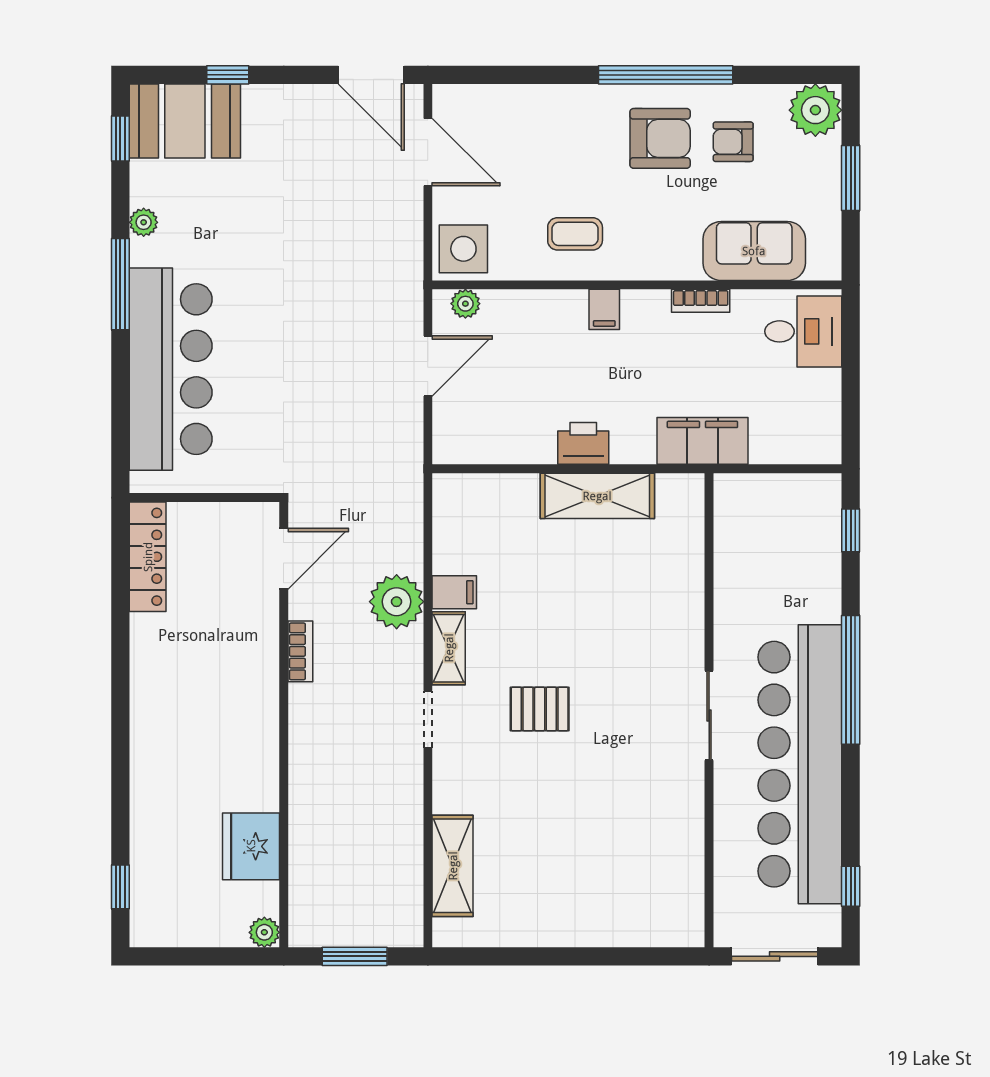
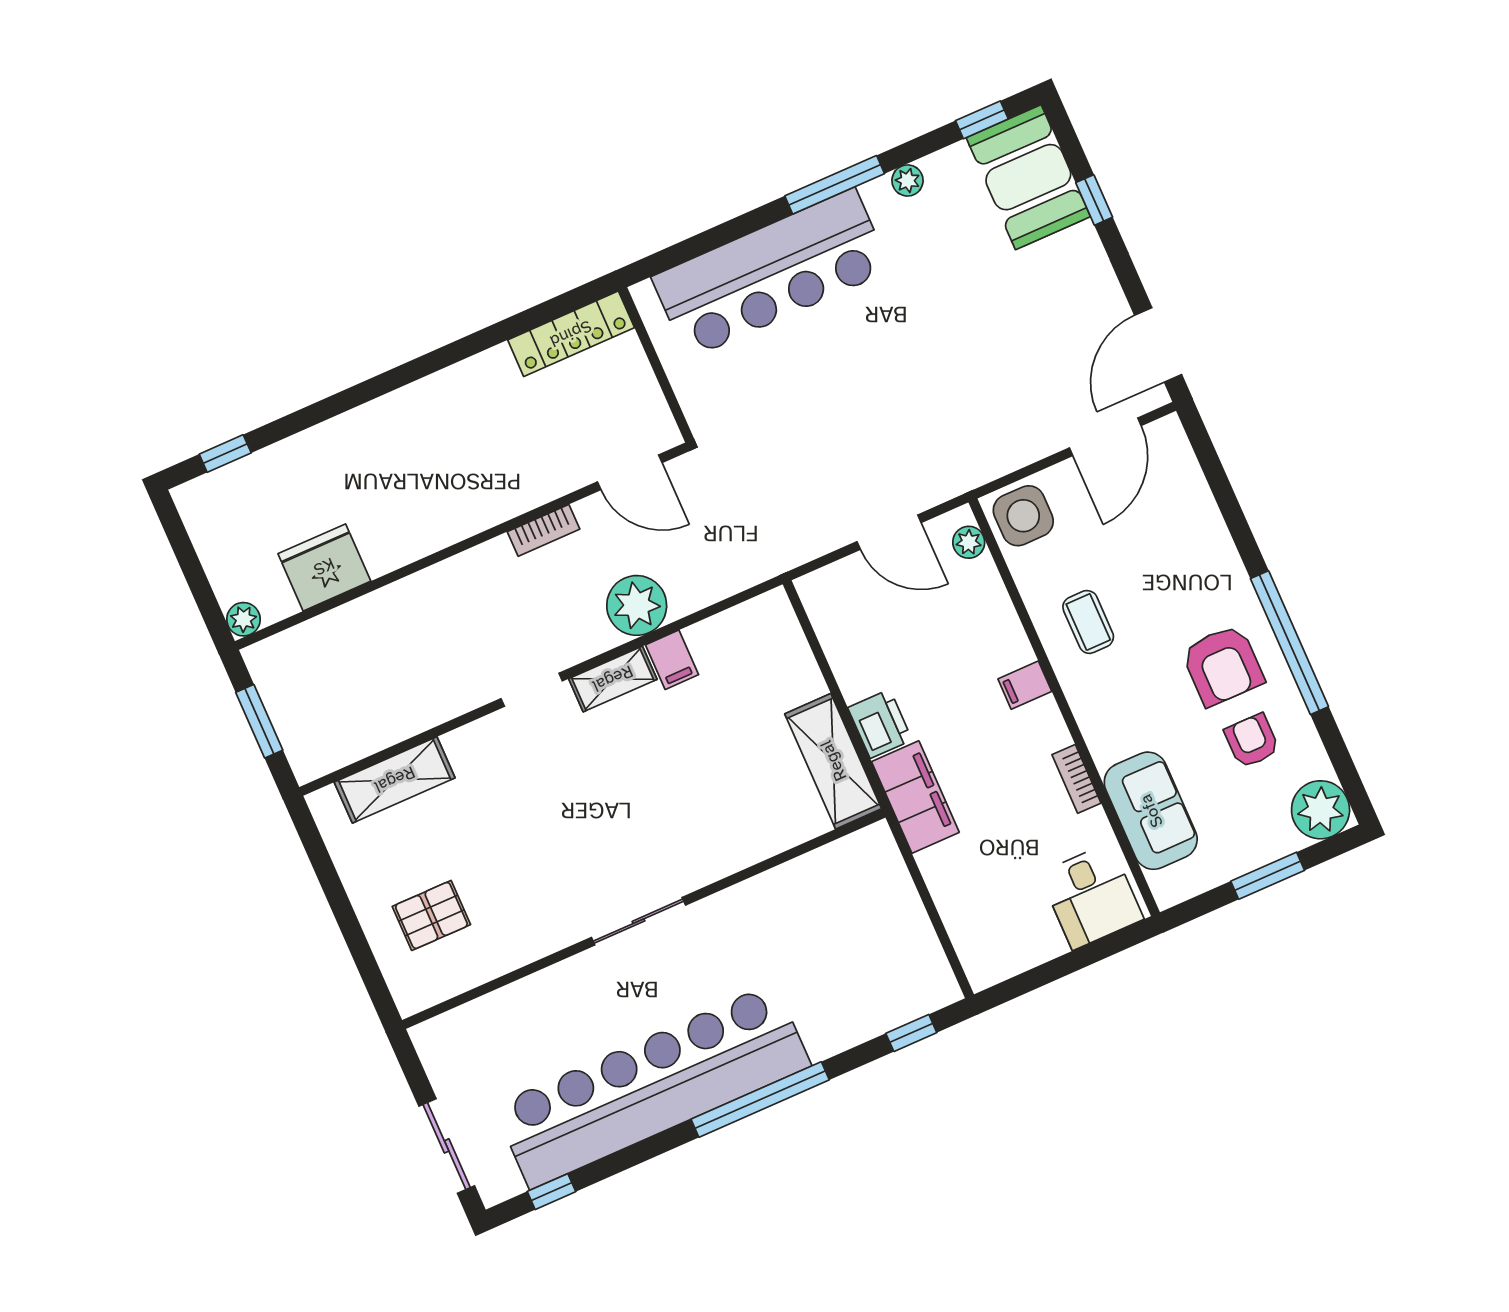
filing cabinet: (702, 441) -> (915, 797), moved
pallet: (540, 709) -> (431, 915), moved, turned 90
wall: (709, 710) -> (644, 919), moved
sliding door: (709, 715) -> (638, 921), moved

